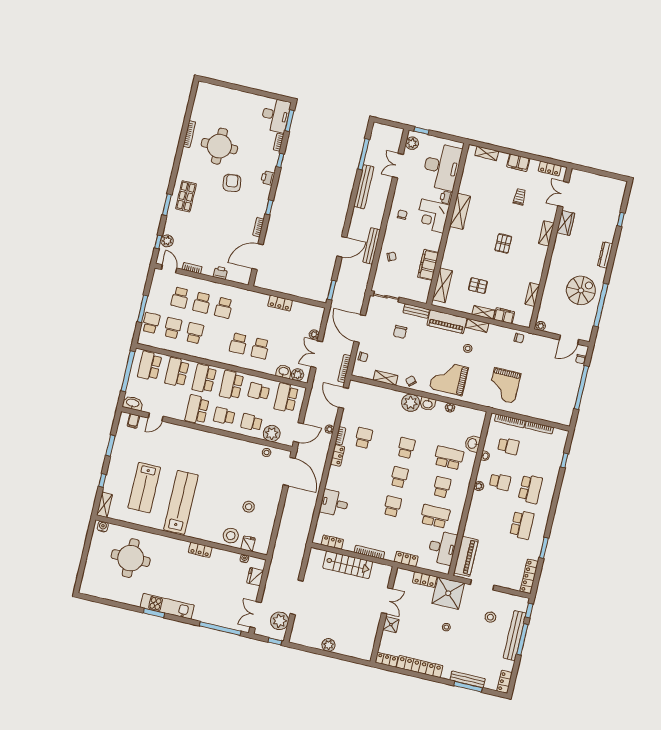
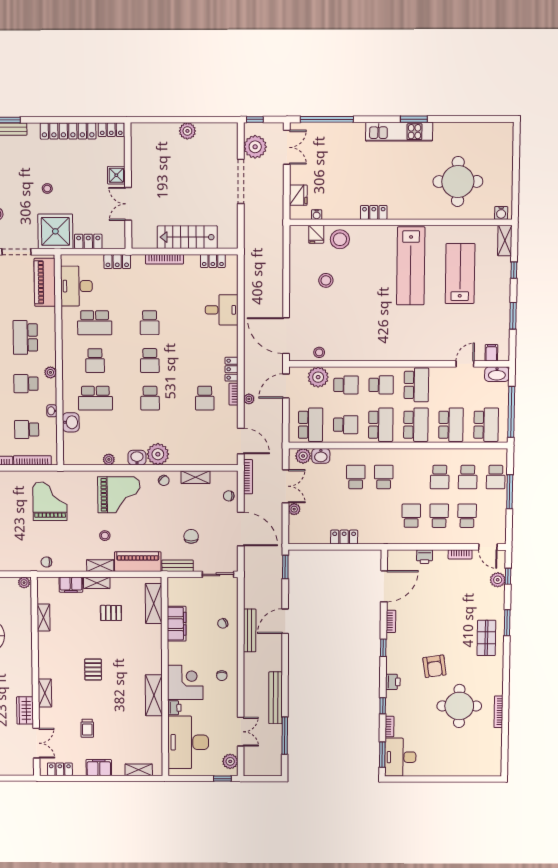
school desk: (492, 518) -> (25, 337), added

